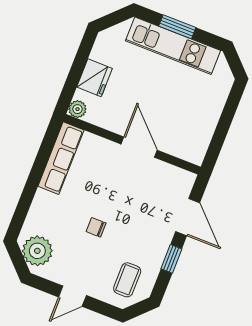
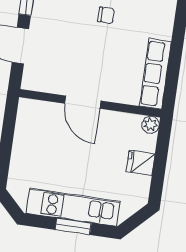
fridge: (95, 78) -> (141, 163), width x0.72

